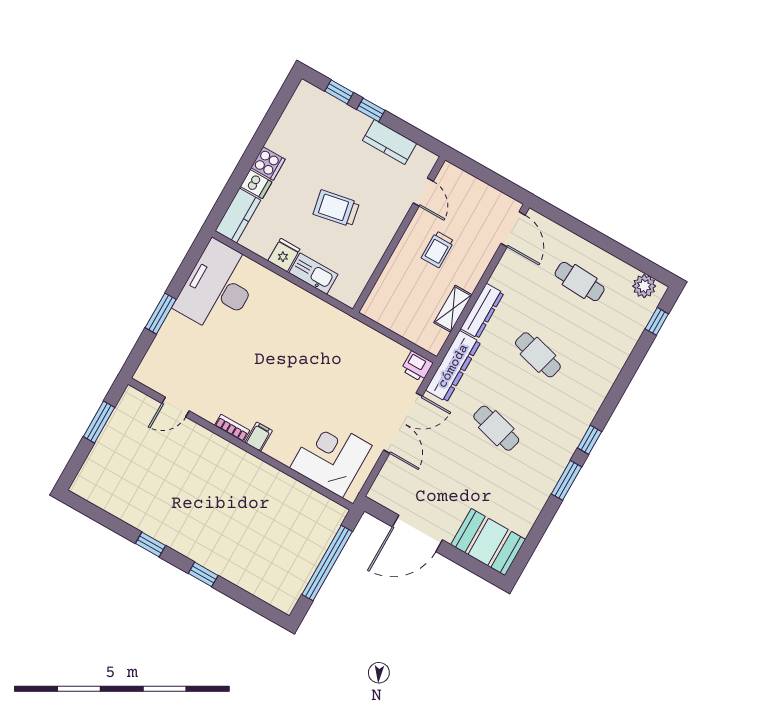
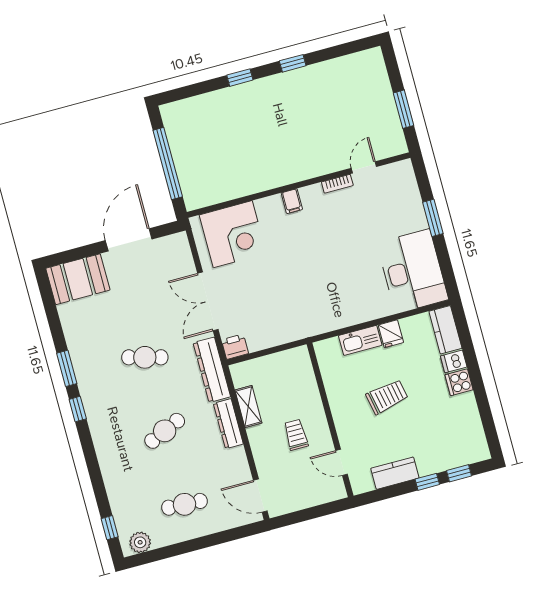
cafe table: (538, 355) -> (165, 431), turned -39
bookcase: (232, 428) -> (337, 184), moved

